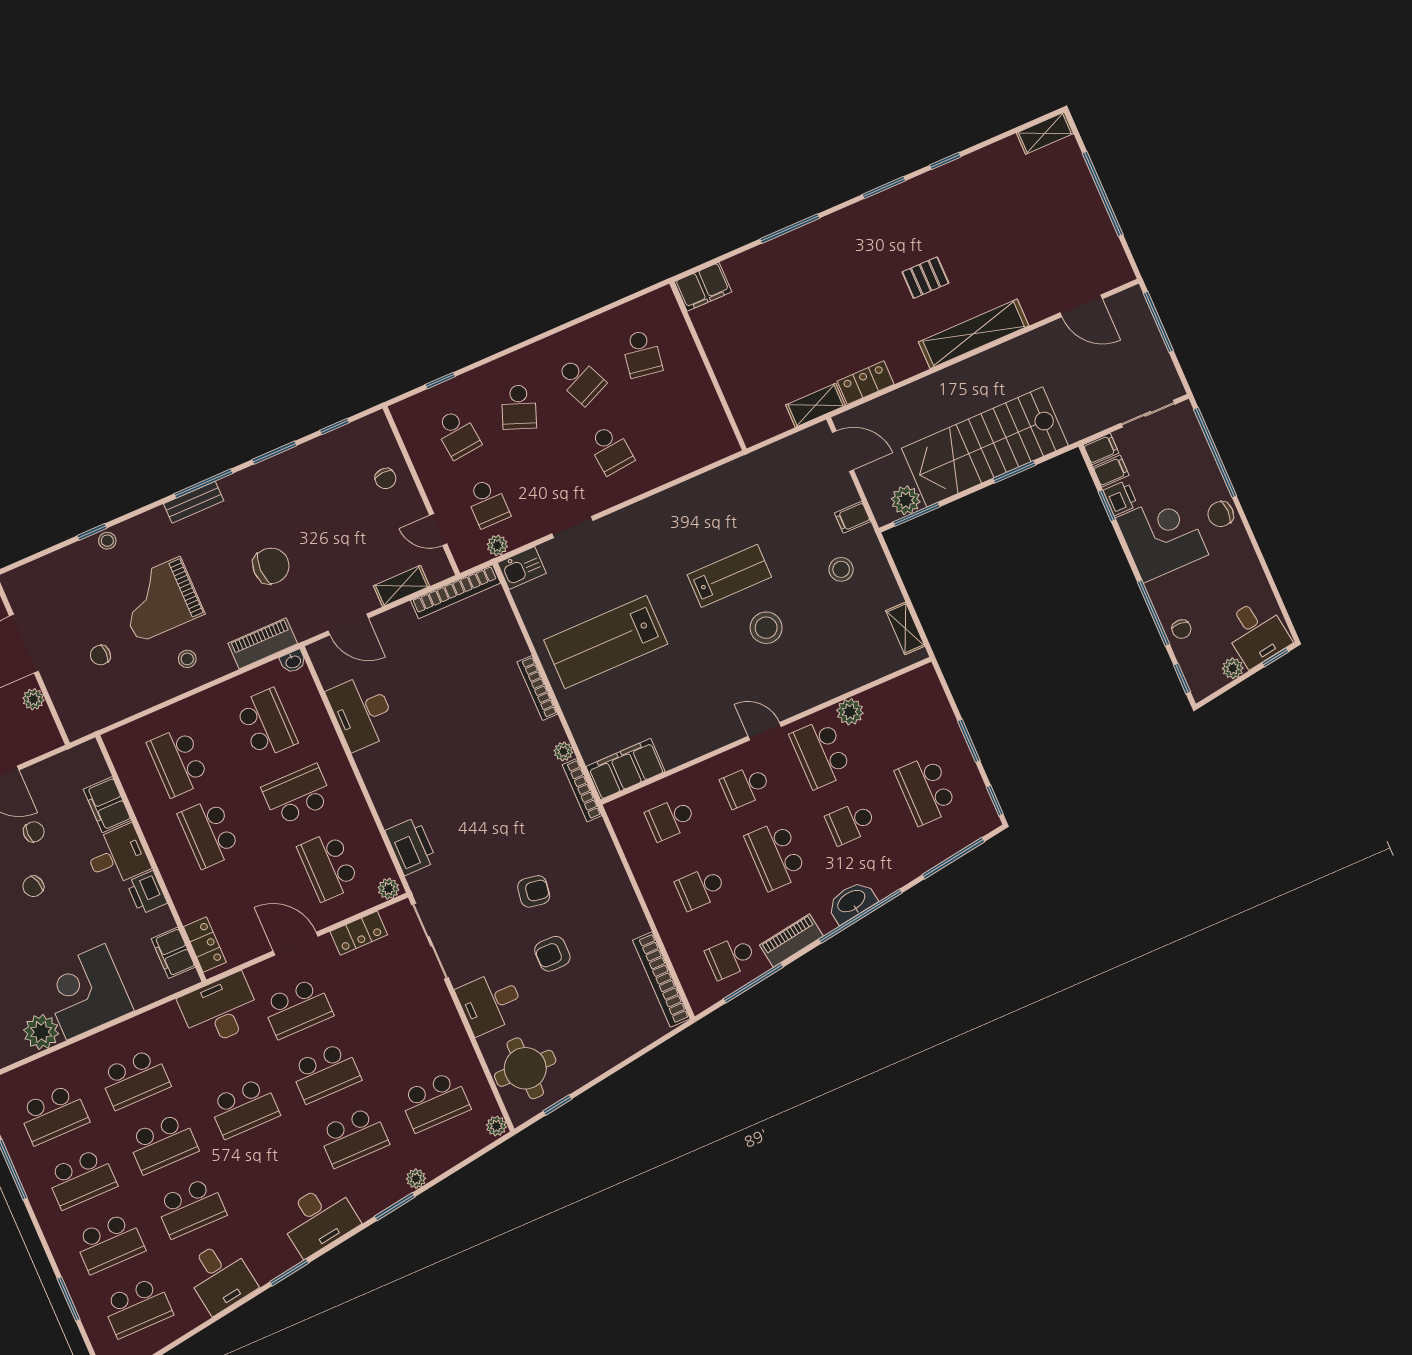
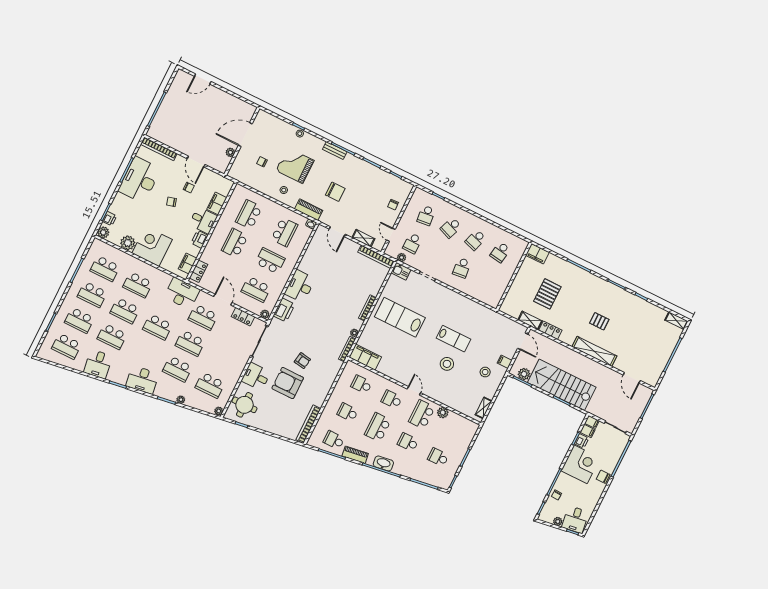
pallet: (793, 331) -> (547, 294), added
school desk: (580, 380) -> (476, 240), turned 42
desk: (362, 712) -> (300, 286), moved
school desk: (926, 790) -> (438, 457), width x0.54
school desk: (328, 866) -> (256, 289), turned -90
armchair: (552, 954) -> (288, 383), width x1.88, depth x1.88

